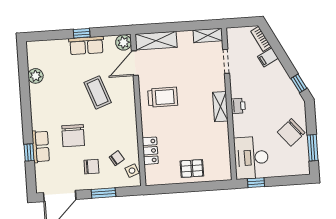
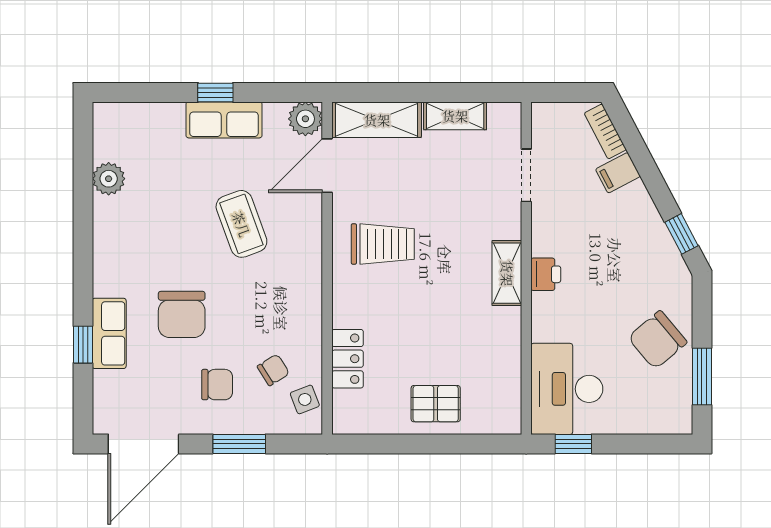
shelving: (208, 35) -> (455, 116), moved

